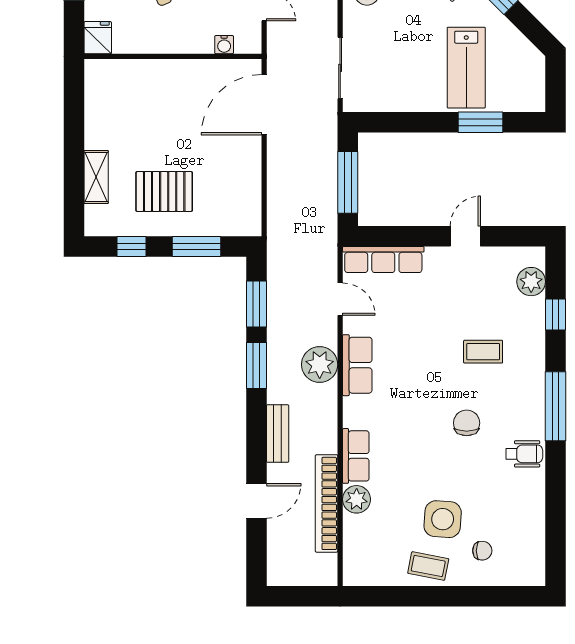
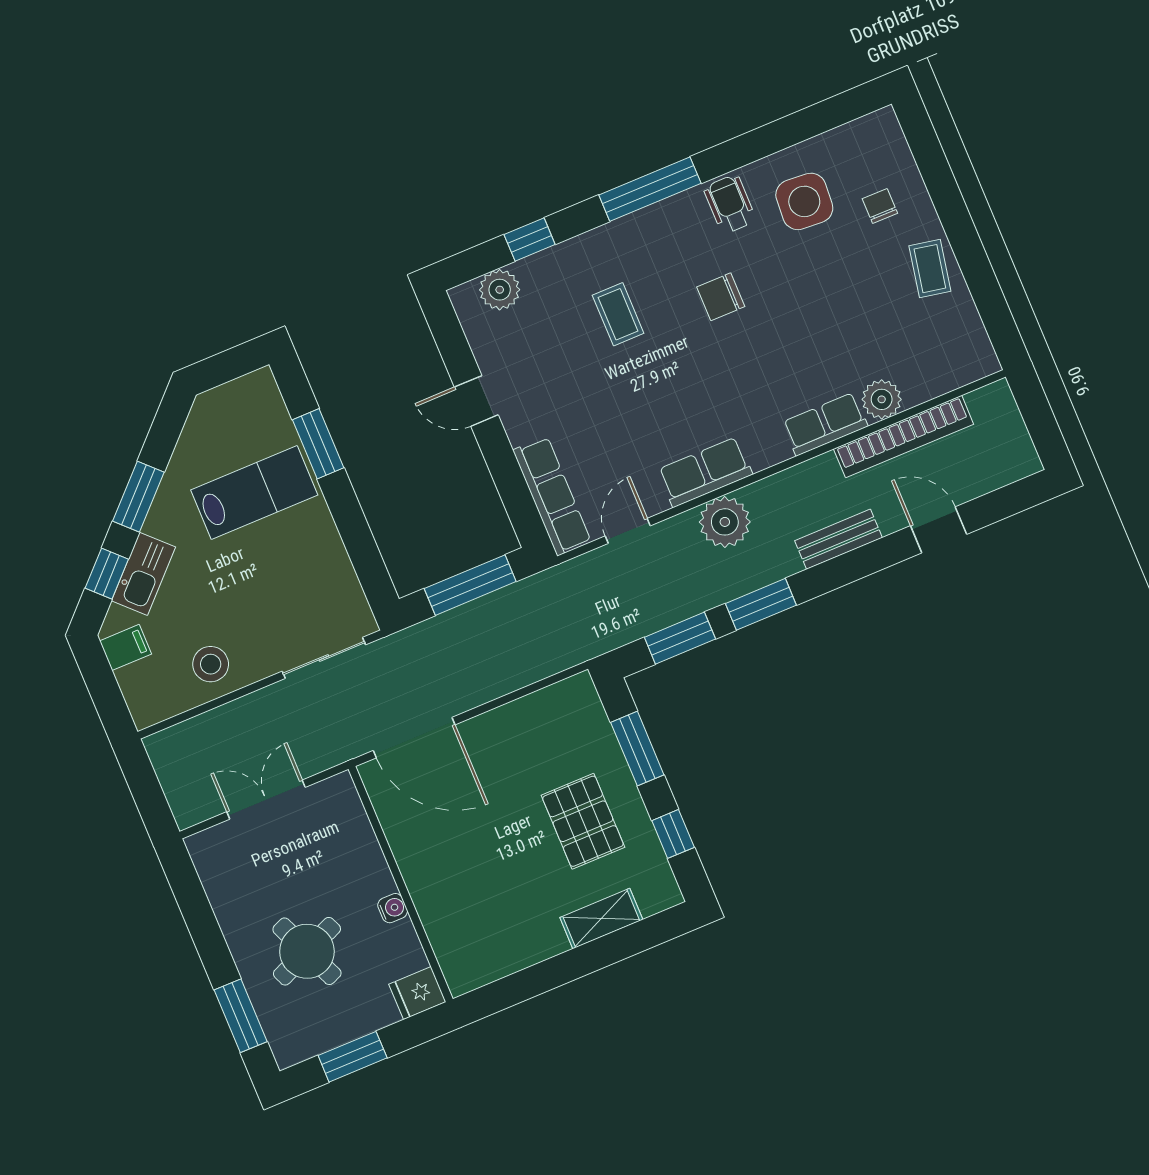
water cooler: (224, 45) -> (393, 908), moved
side table: (443, 519) -> (804, 201), moved

